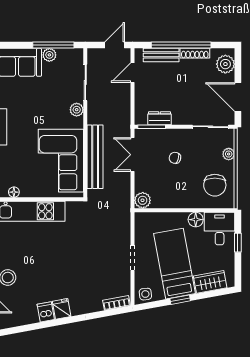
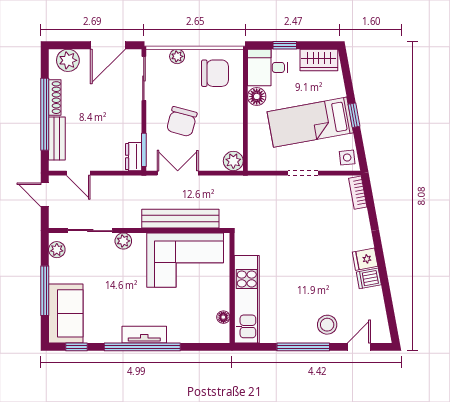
window: (53, 45) -> (45, 291), moved
plant: (49, 55) -> (57, 250), moved
dresser: (160, 118) -> (134, 157), moved
double door: (133, 155) -> (178, 173), swing flipped
chair: (175, 158) -> (182, 122), width x1.87, depth x1.87
wardrobe: (210, 282) -> (319, 60), moved, turned -80

